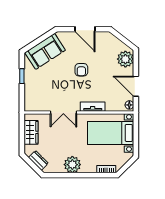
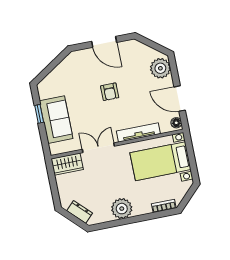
sofa: (45, 51) -> (56, 120), moved, turned -57
tv unit: (93, 107) -> (138, 132), width x1.41
double door: (63, 112) -> (98, 148), swing flipped
wardrobe: (31, 132) -> (67, 164), moved, turned 90

